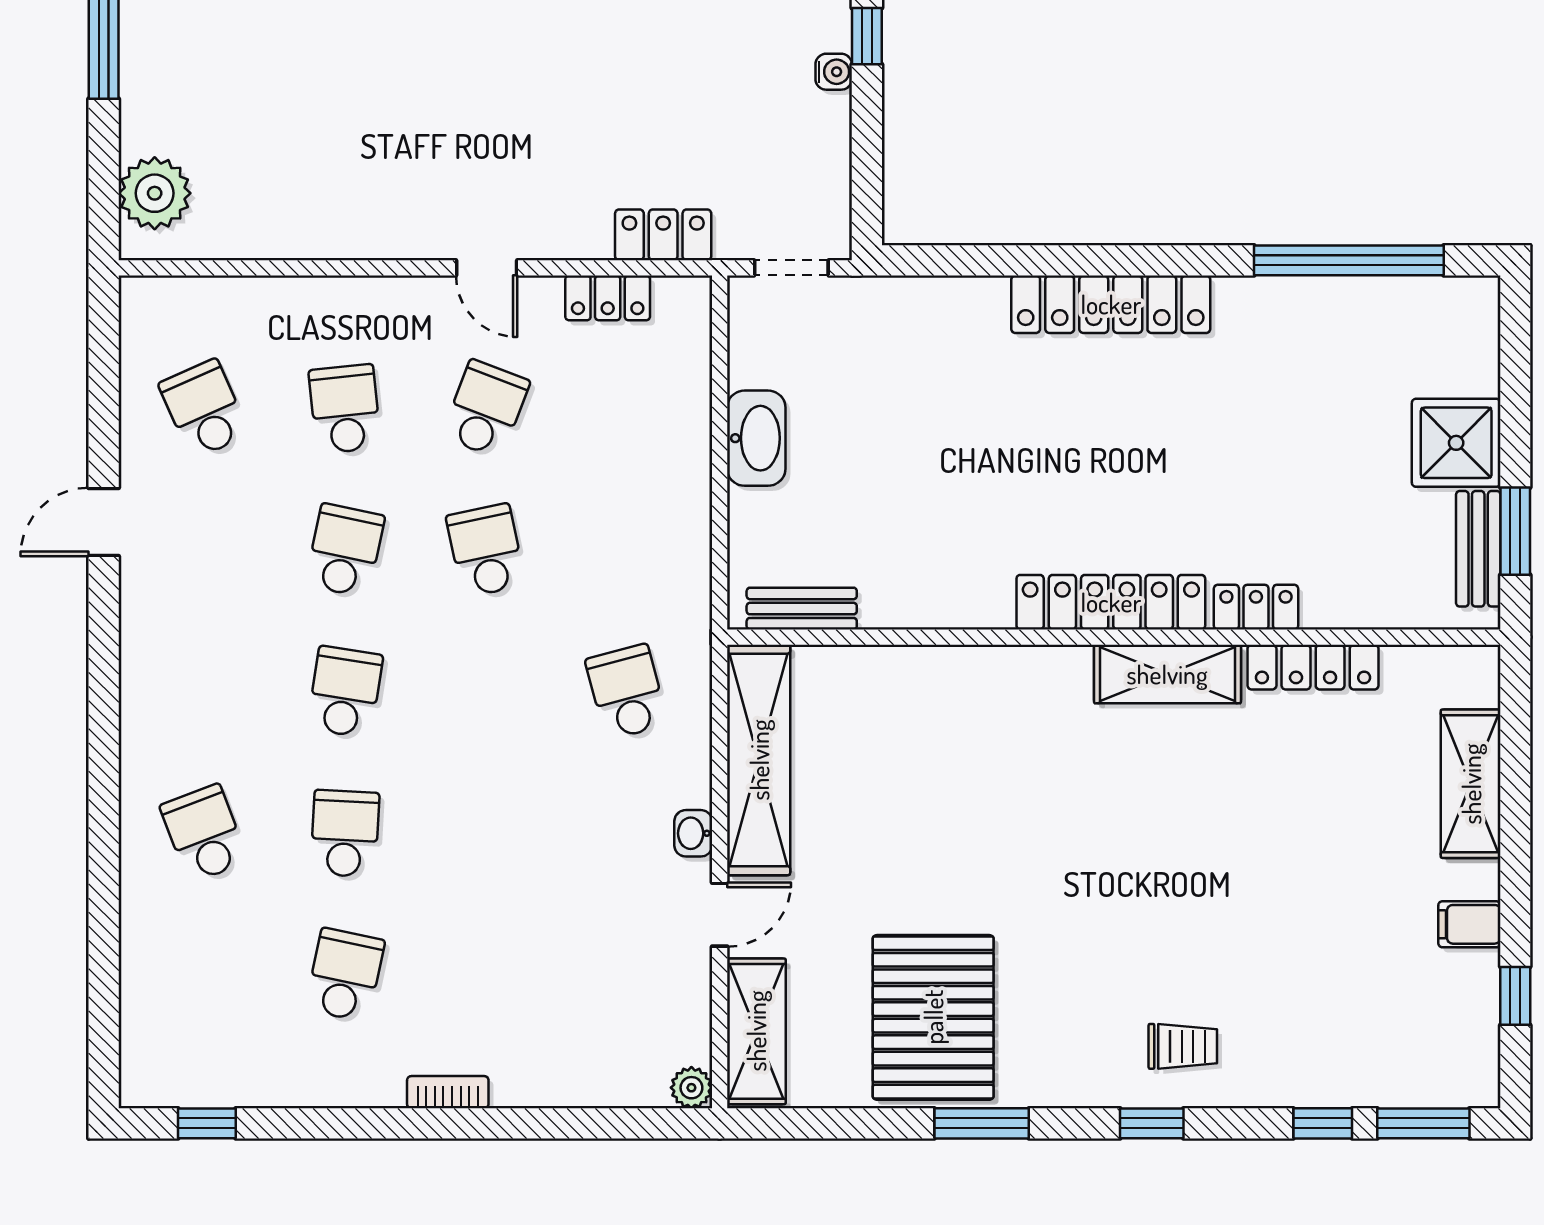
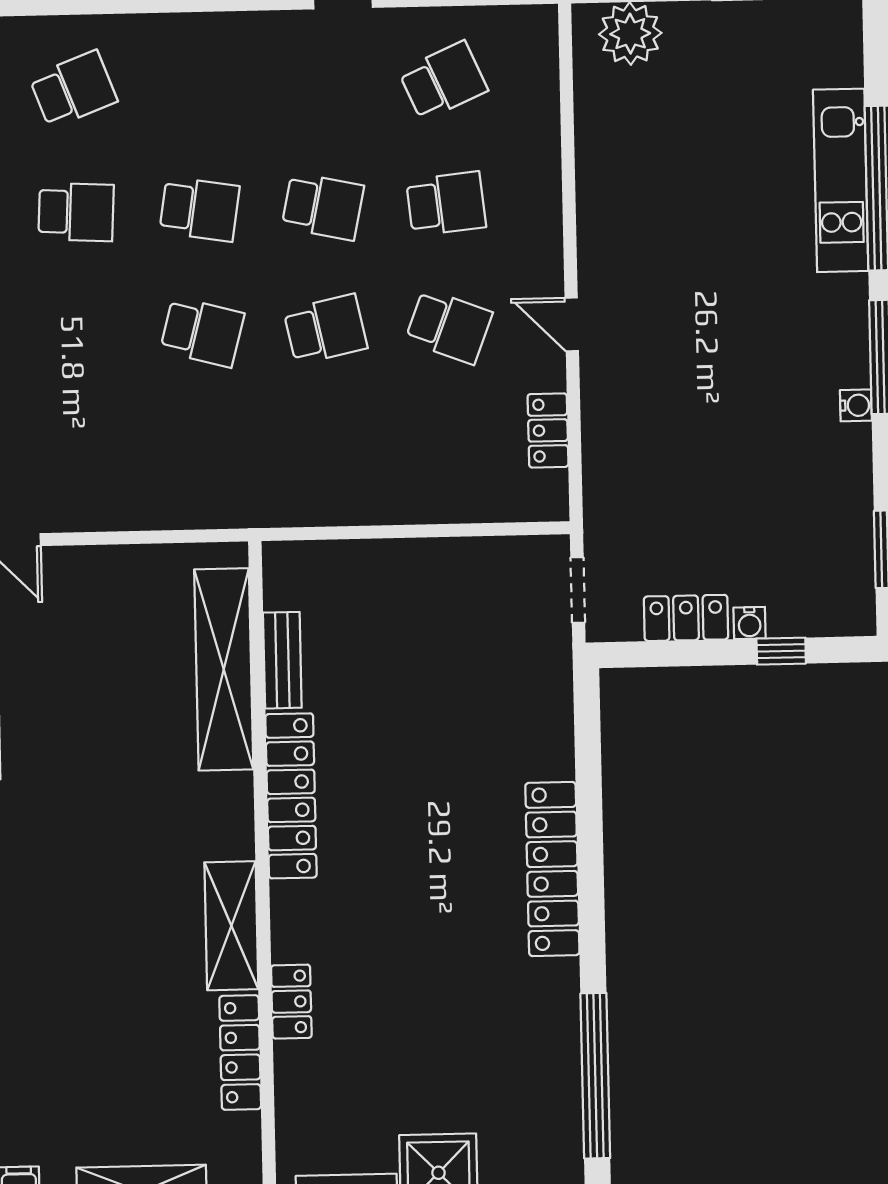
locker: (663, 235) -> (686, 618), moved, turned -90
door: (487, 268) -> (572, 324), hinge flipped
washbasin: (756, 438) -> (429, 563), removed
locker: (1111, 602) -> (291, 796), moved
bench: (802, 609) -> (282, 660), moved
school desk: (627, 692) -> (202, 332), moved, turned 30
shelving: (759, 760) -> (224, 669), moved, turned 90
washbasin: (693, 833) -> (83, 516), removed

